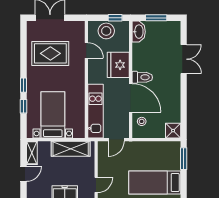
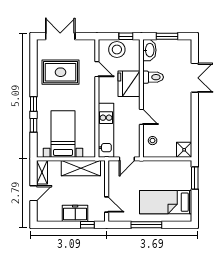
toilet: (142, 77) -> (153, 77), moved
door: (131, 98) -> (141, 117), width x0.53
door: (96, 185) -> (107, 205), hinge flipped

